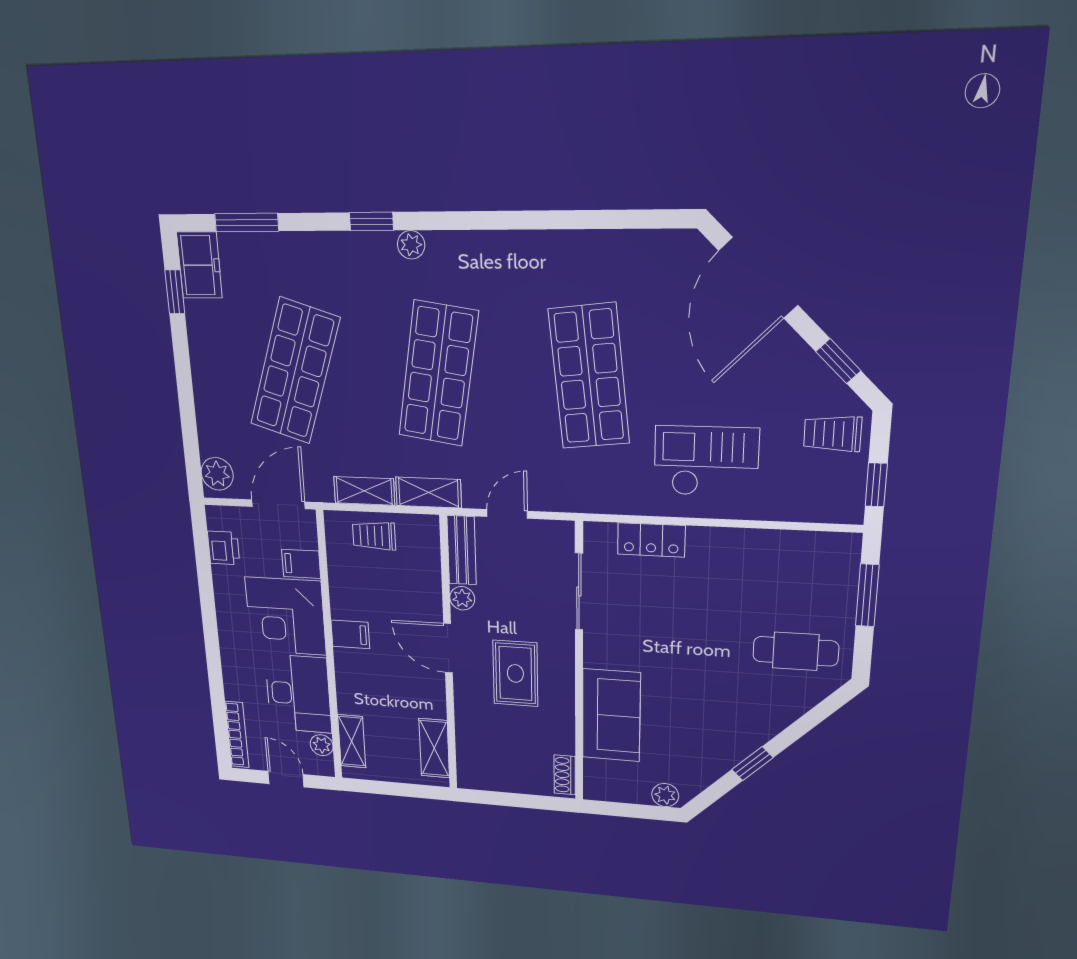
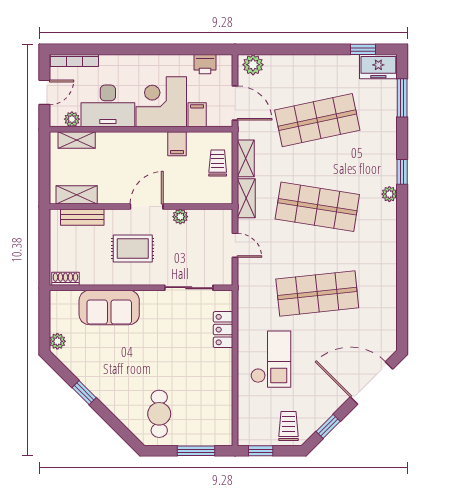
shop shelf: (295, 371) -> (317, 120), turned -30
bench: (462, 550) -> (82, 217), moved
filing cabinet: (350, 634) -> (177, 144), moved

